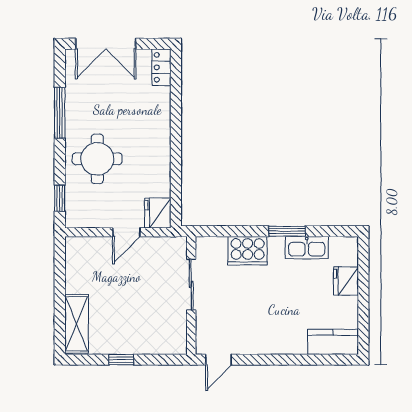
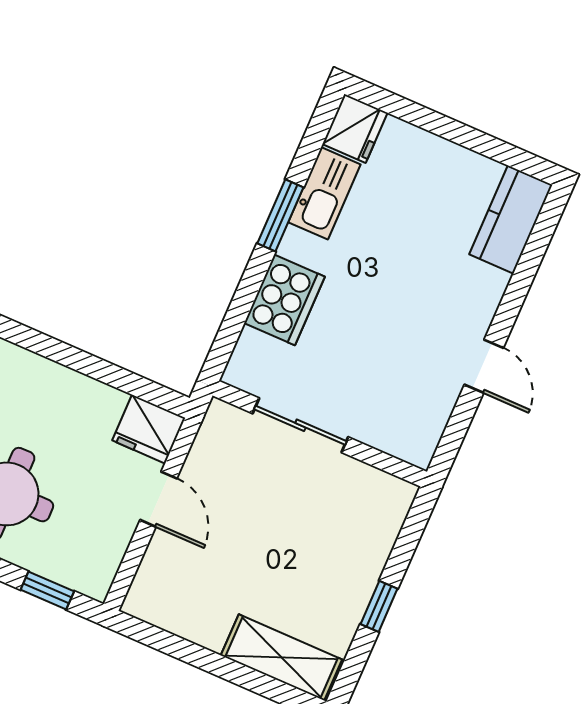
fridge: (346, 281) -> (355, 128), moved, turned -90
door: (218, 360) -> (484, 366), moved

